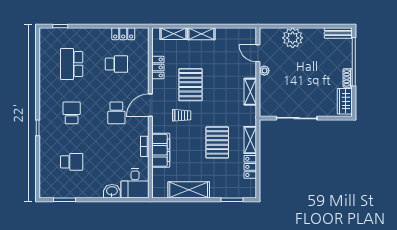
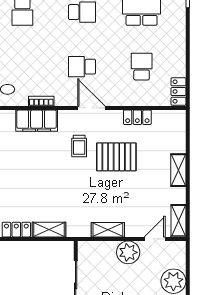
locker: (123, 34) -> (178, 92), moved
shelving: (173, 34) -> (178, 221), moved
school desk: (116, 64) -> (142, 67), turned 180
plant: (264, 71) -> (128, 252), width x1.88, depth x1.88
pallet: (217, 142) -> (46, 189), removed

